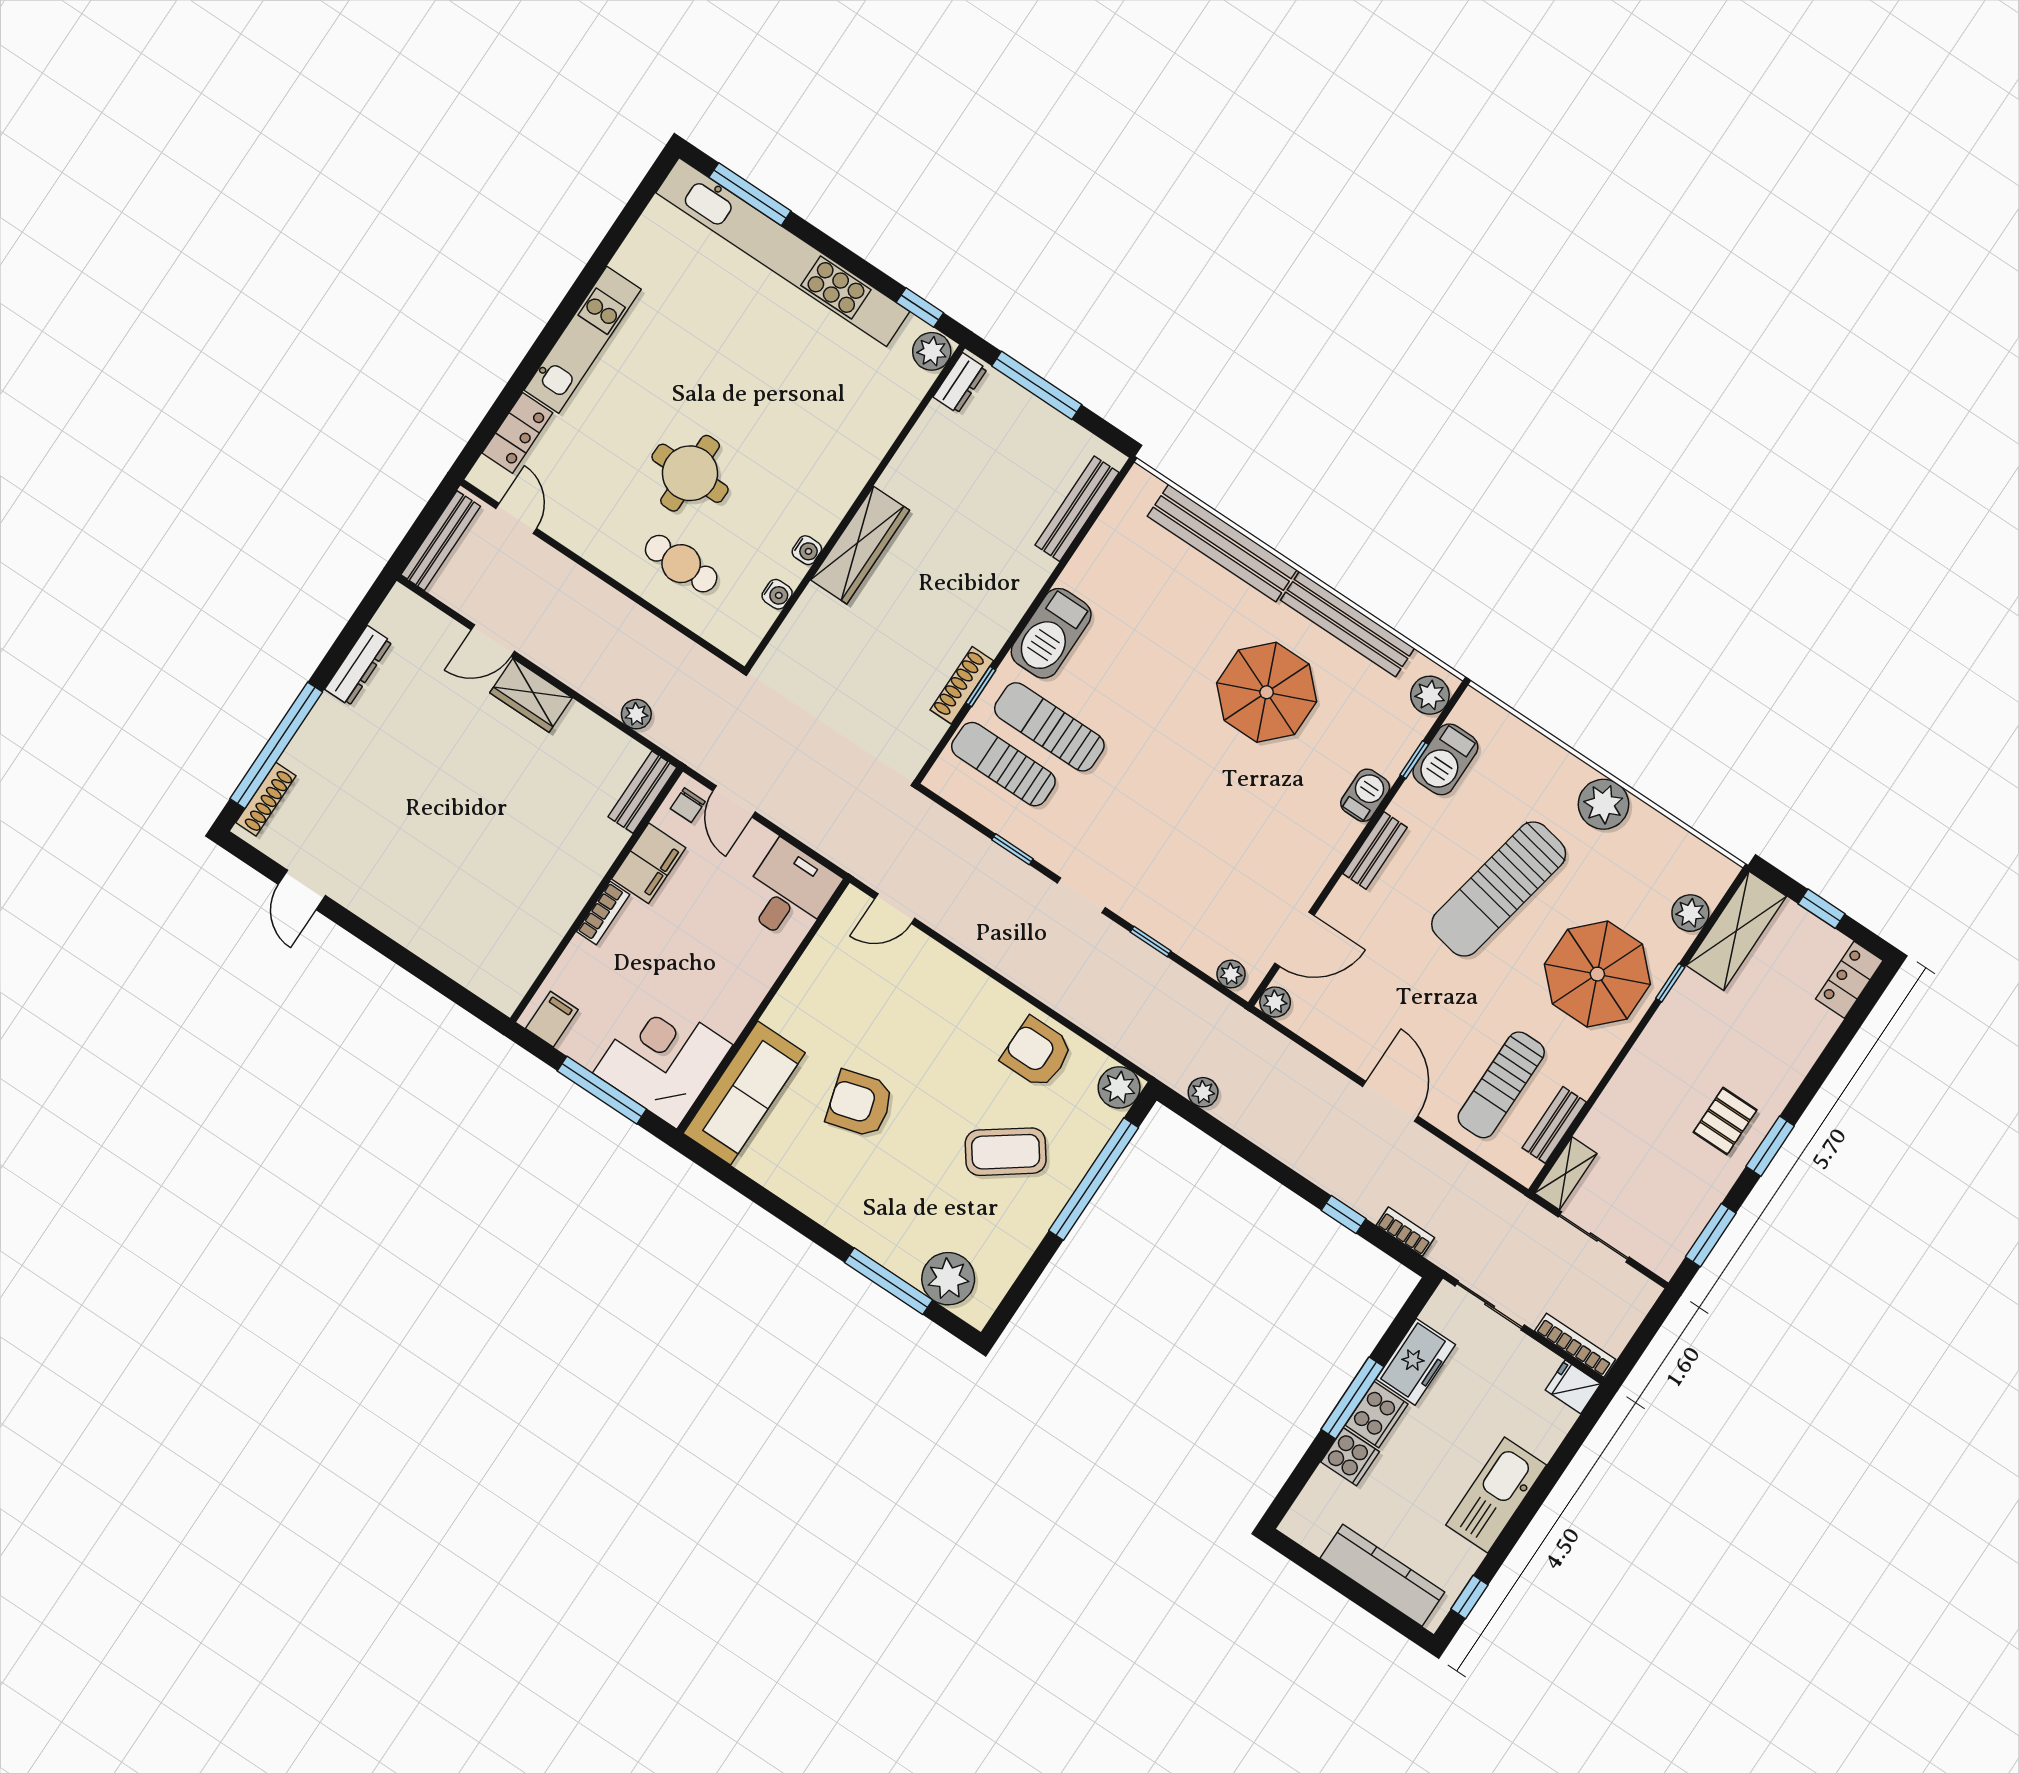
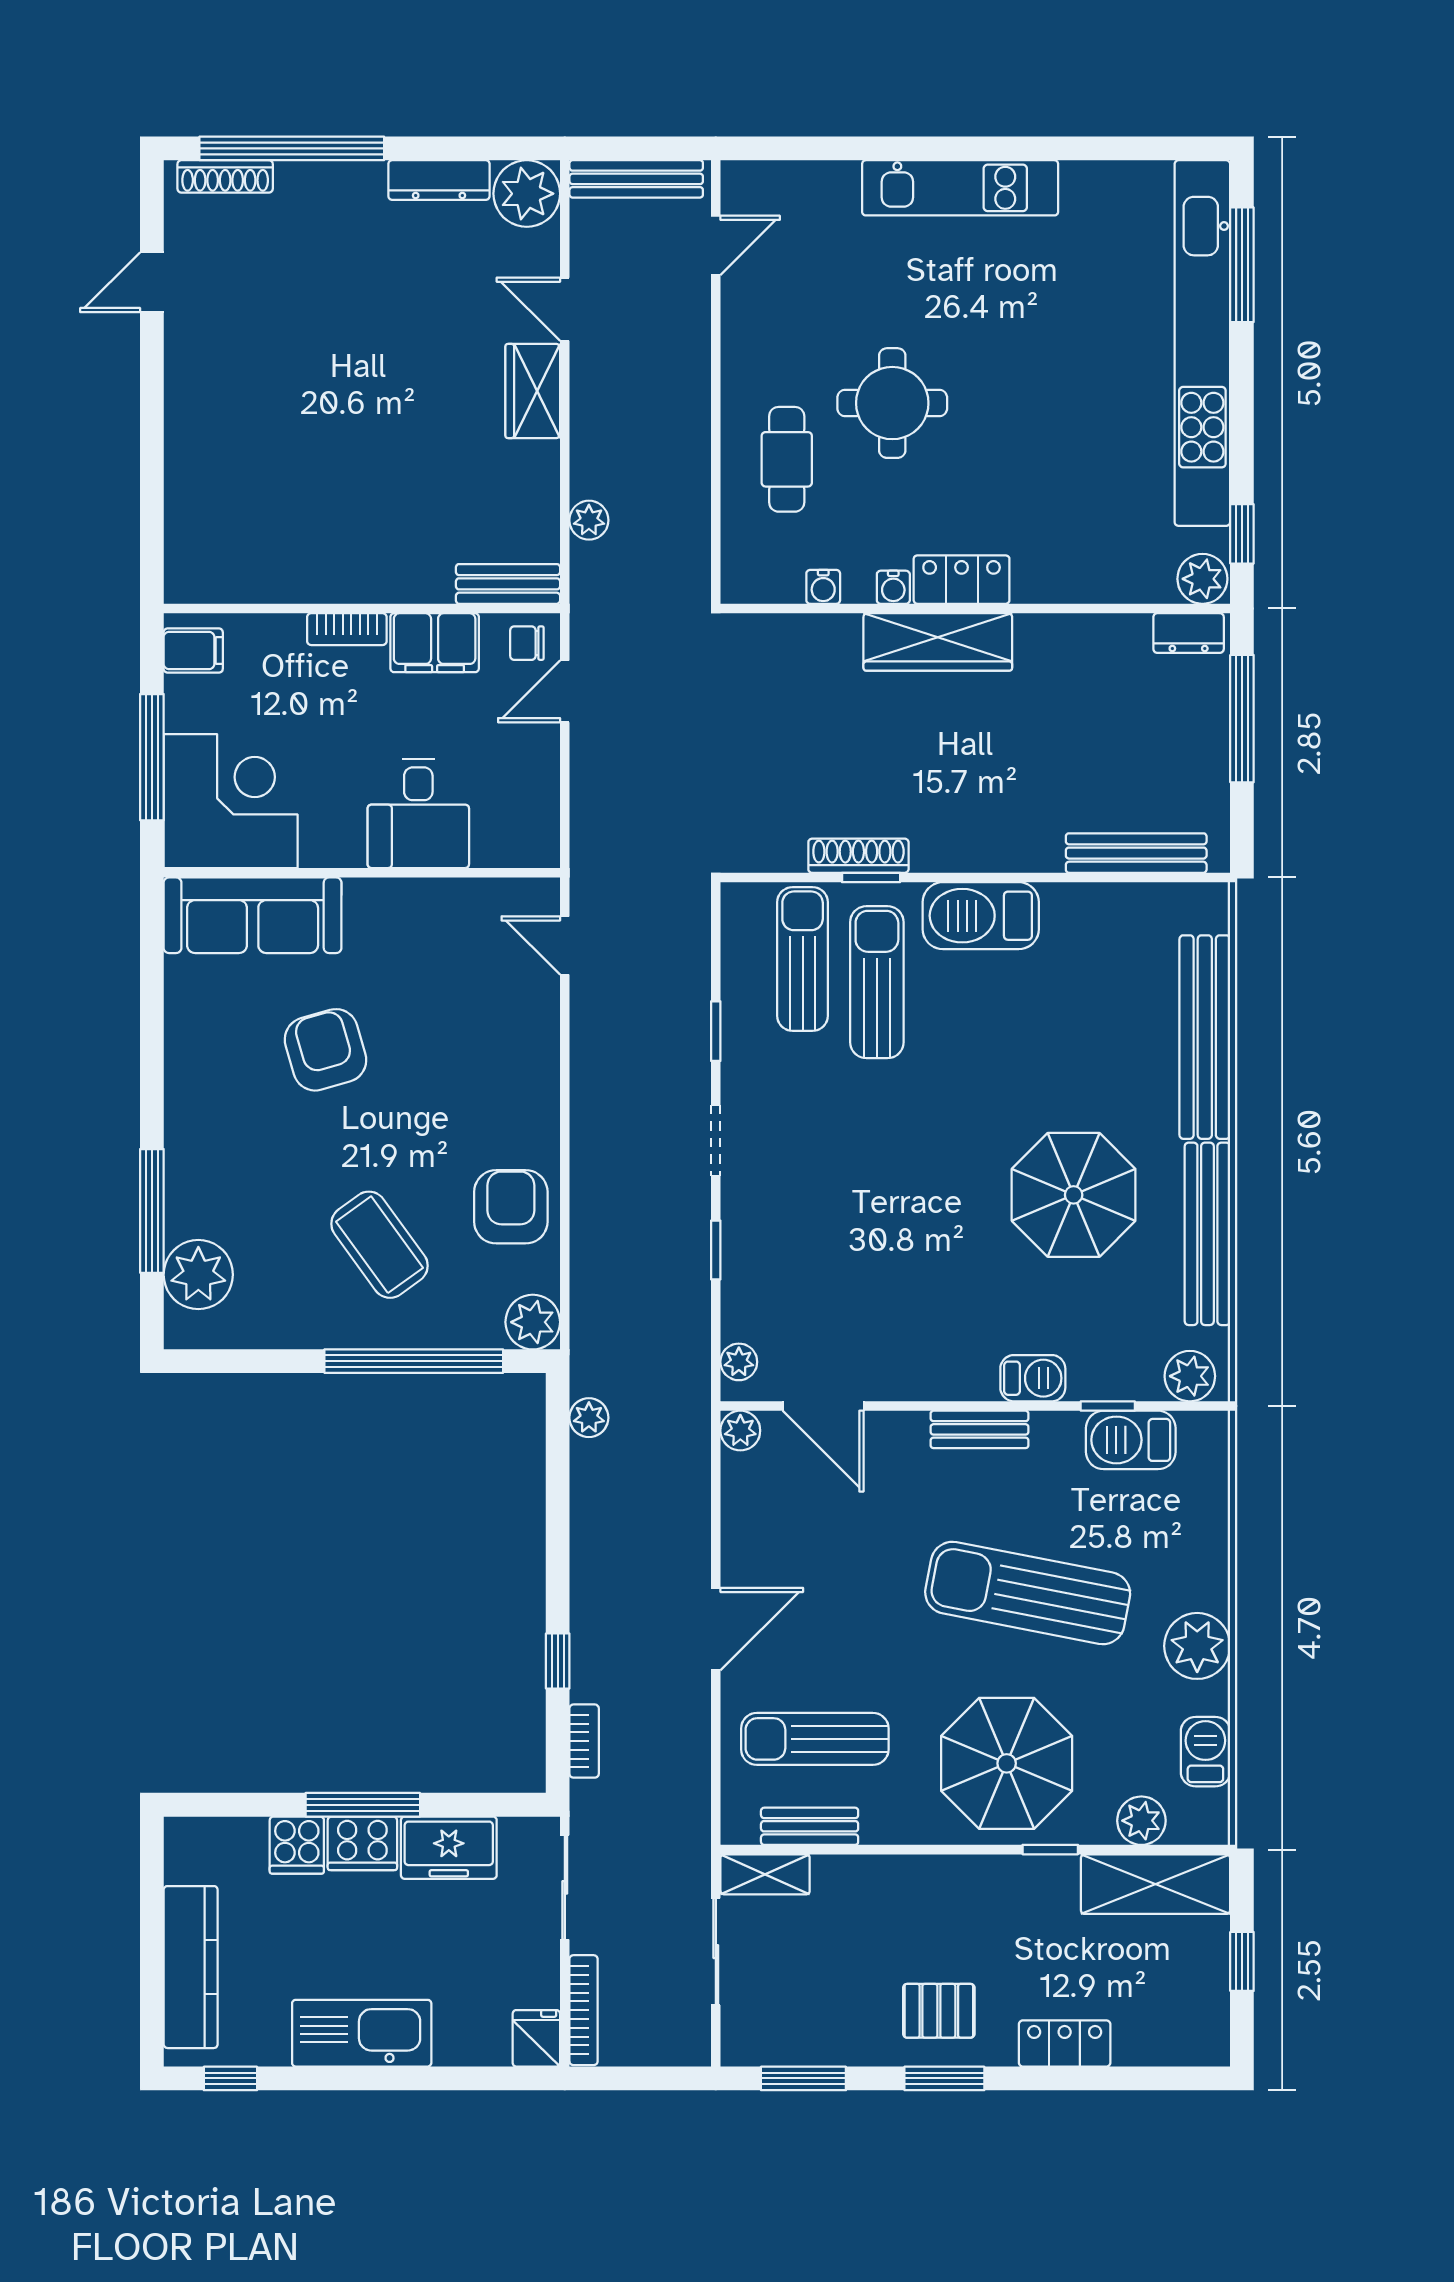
locker: (517, 433) -> (962, 580), moved, turned 180
plant: (404, 616) -> (527, 194), added
barbecue: (1674, 844) -> (1205, 1752), added
desk: (789, 892) -> (418, 813), moved, turned 90
locker: (1849, 980) -> (1065, 2044), moved

